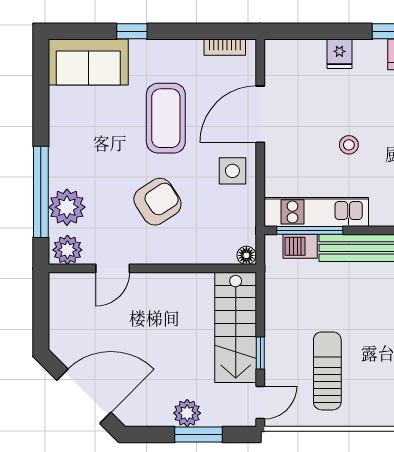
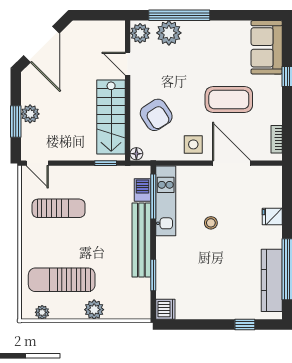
armchair: (157, 202) -> (156, 115), moved
stairs: (236, 327) -> (111, 117), moved, turned -90
window: (260, 353) -> (106, 163), moved

